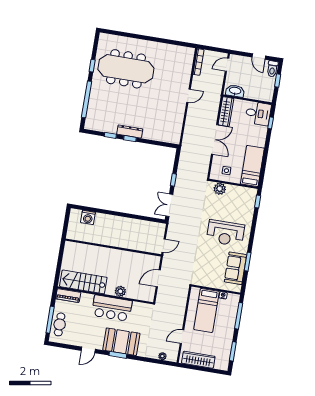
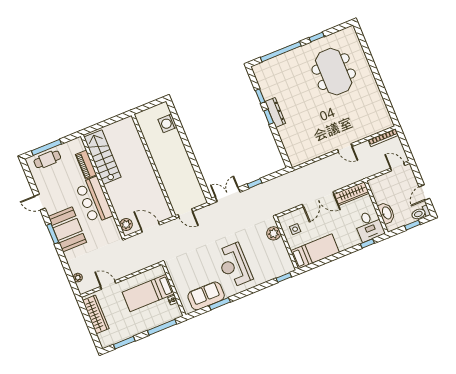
meeting table: (126, 69) -> (334, 72), width x0.73
washbasin: (235, 91) -> (386, 213), moved
plant: (120, 291) -> (126, 224), moved
piano: (68, 296) -> (86, 165), moved

